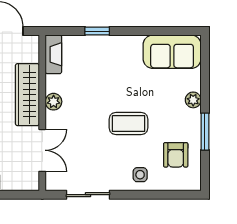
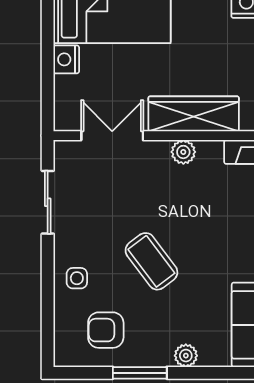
coffee table: (128, 124) -> (151, 261), turned -37
double door: (42, 150) -> (112, 136), swing flipped

